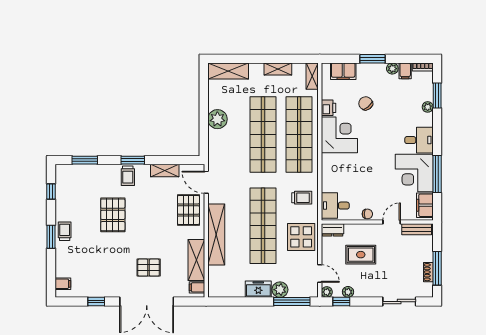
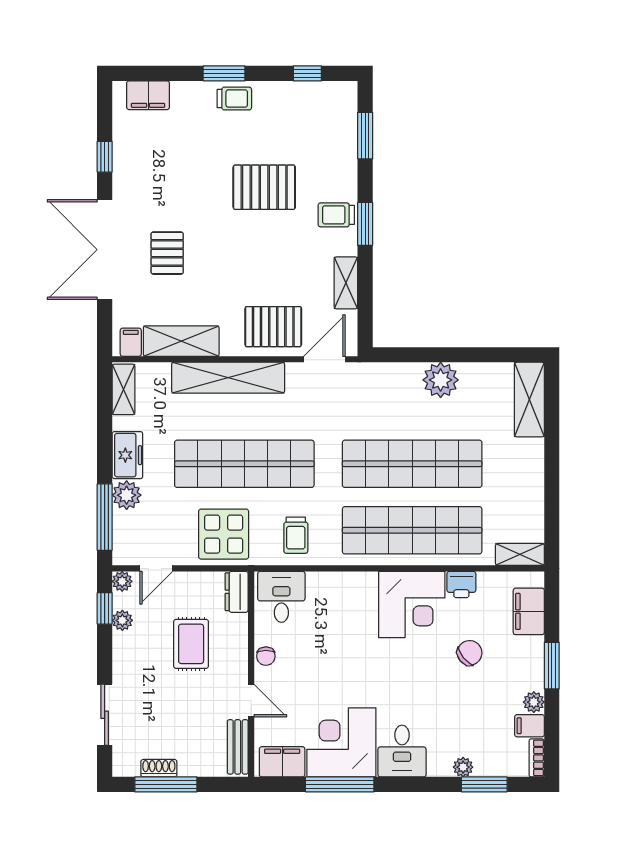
shelving: (278, 69) -> (123, 389), moved
filing cabinet: (63, 284) -> (148, 95), width x2.00

